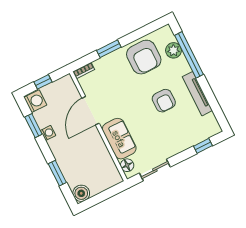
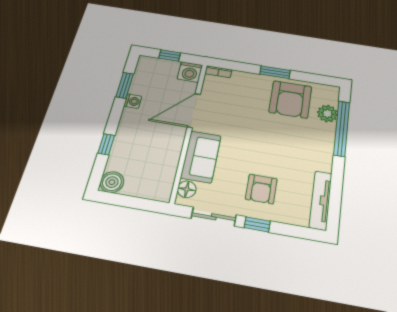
window: (109, 49) -> (275, 72), moved
tv unit: (197, 94) -> (321, 200), moved
washing machine: (35, 101) -> (190, 72), moved, turned 90
armchair: (164, 101) -> (261, 189), moved
window: (203, 146) -> (257, 224), moved
window: (57, 173) -> (106, 144), width x0.67

